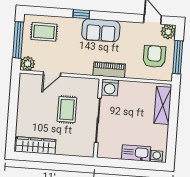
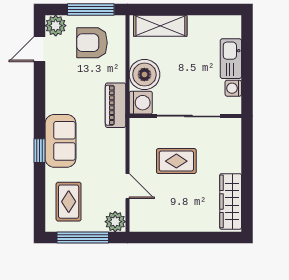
sofa: (101, 30) -> (61, 141), moved
boiler: (129, 92) -> (144, 75), added
washing machine: (157, 156) -> (233, 88), moved

